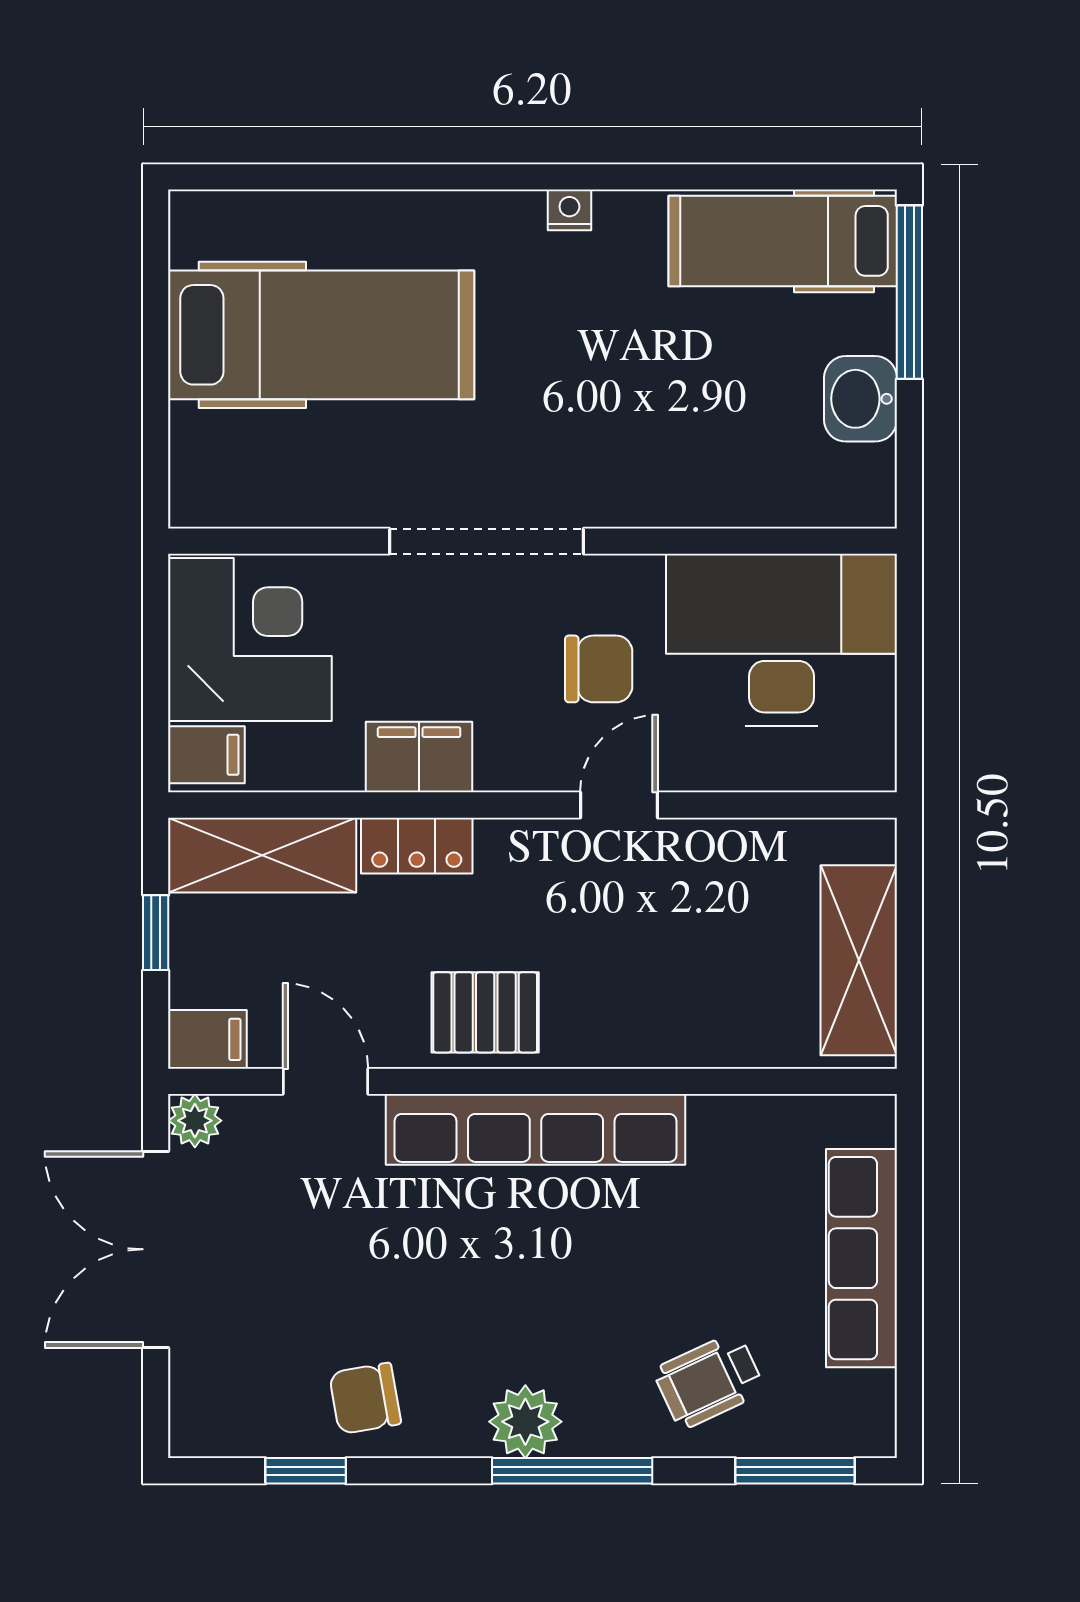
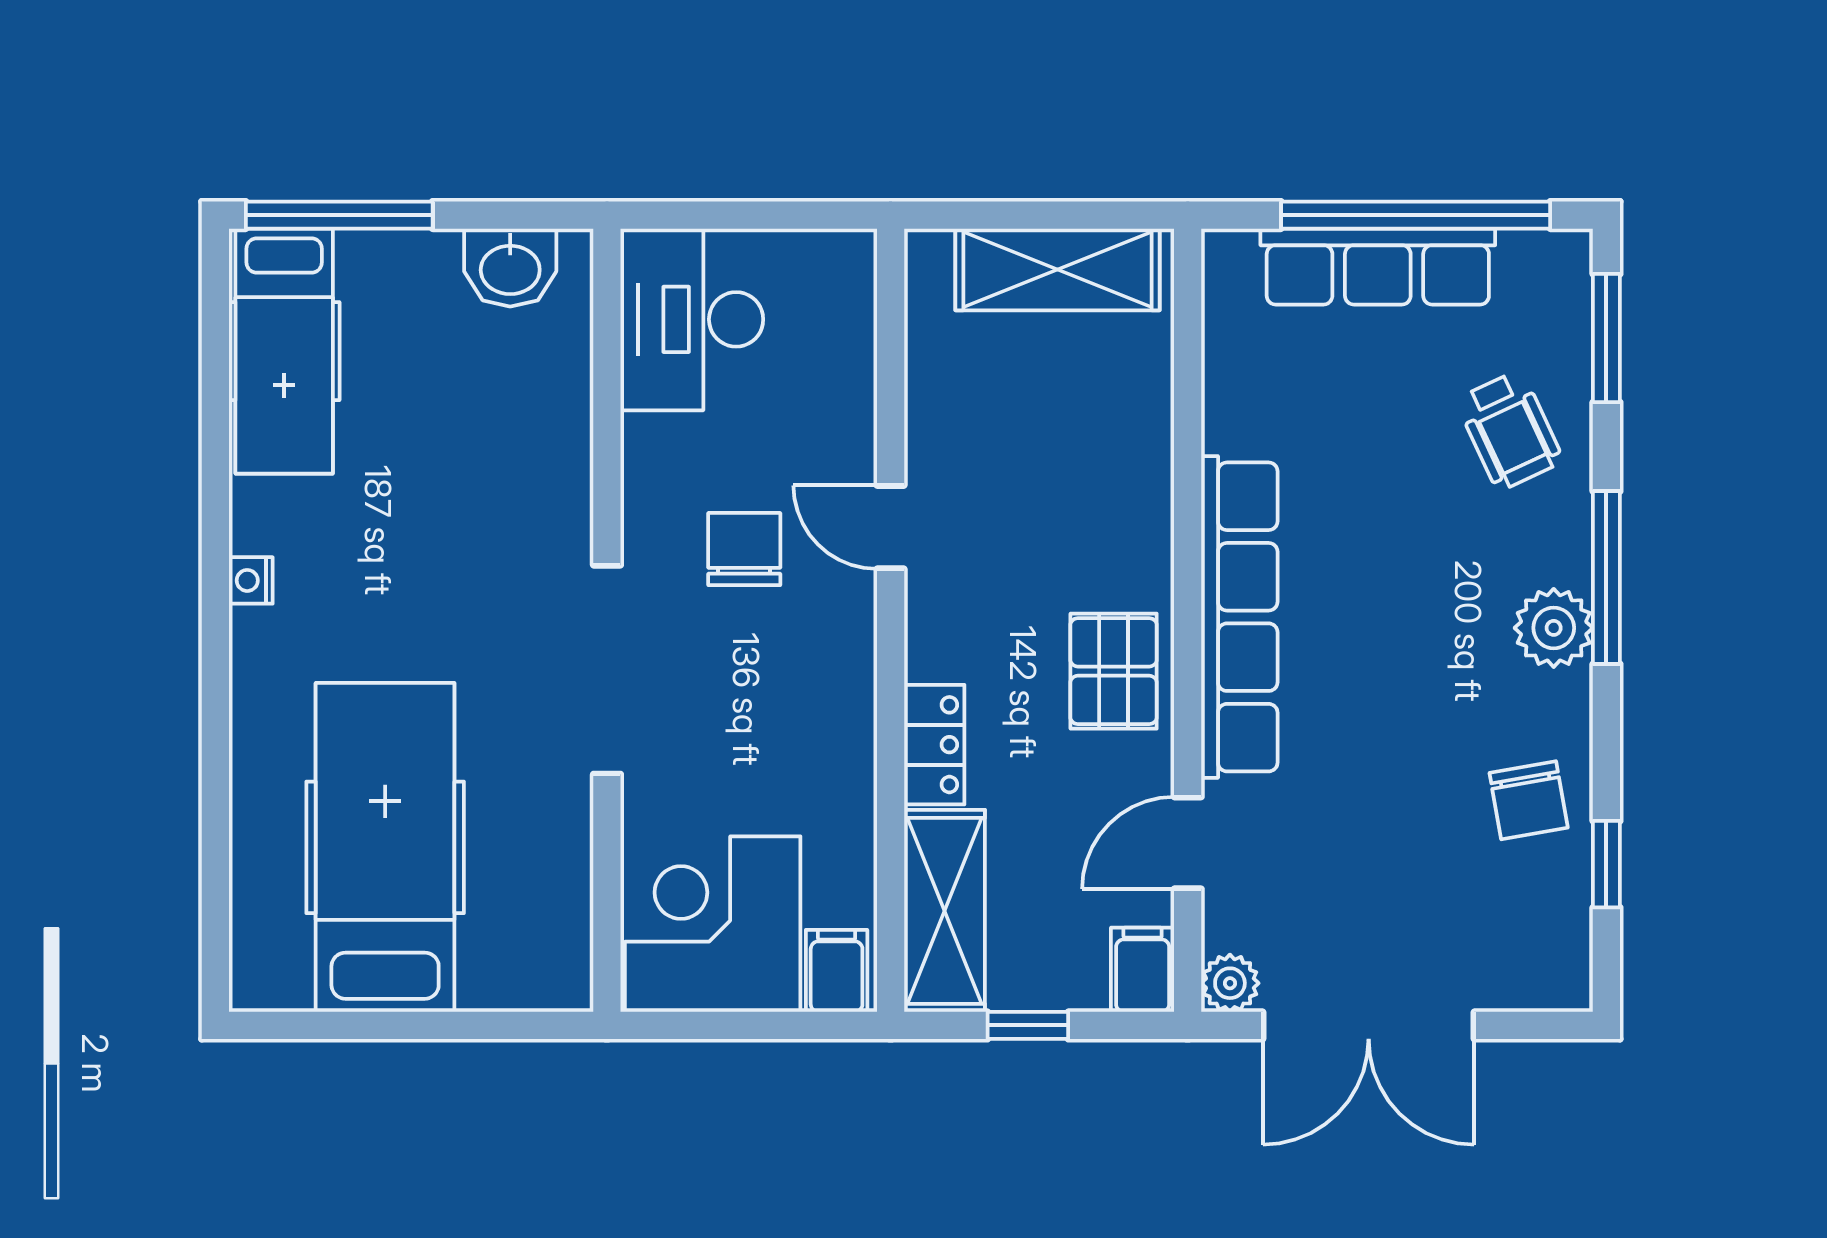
washbasin: (860, 399) -> (510, 268), moved
desk: (781, 640) -> (692, 319), width x0.73, depth x0.77
filing cabinet: (419, 757) -> (839, 742), removed
window: (909, 1293) -> (1416, 215), added

